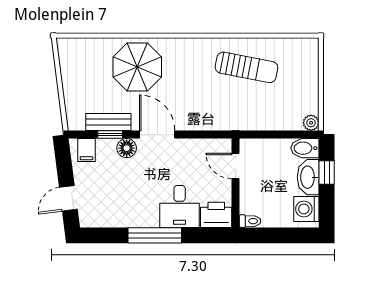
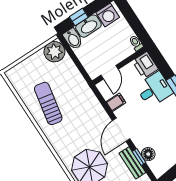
plant: (311, 123) -> (54, 52), width x1.87, depth x1.87
floor lamp: (127, 148) -> (148, 154), moved
filing cabinet: (86, 150) -> (116, 102), moved

